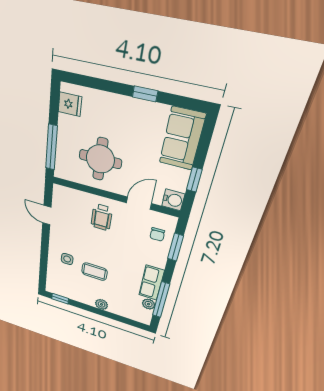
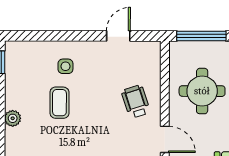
wheelchair: (102, 217) -> (136, 102), turned 72

